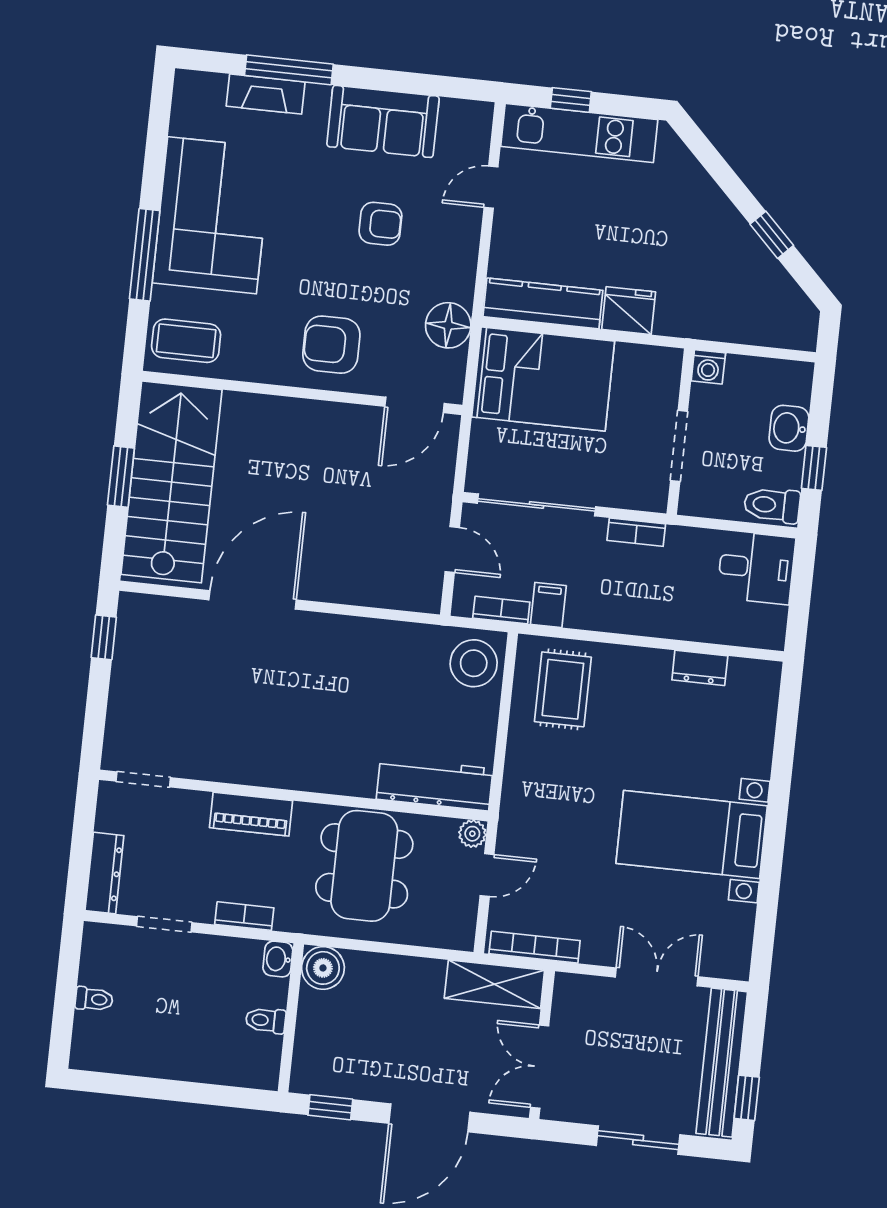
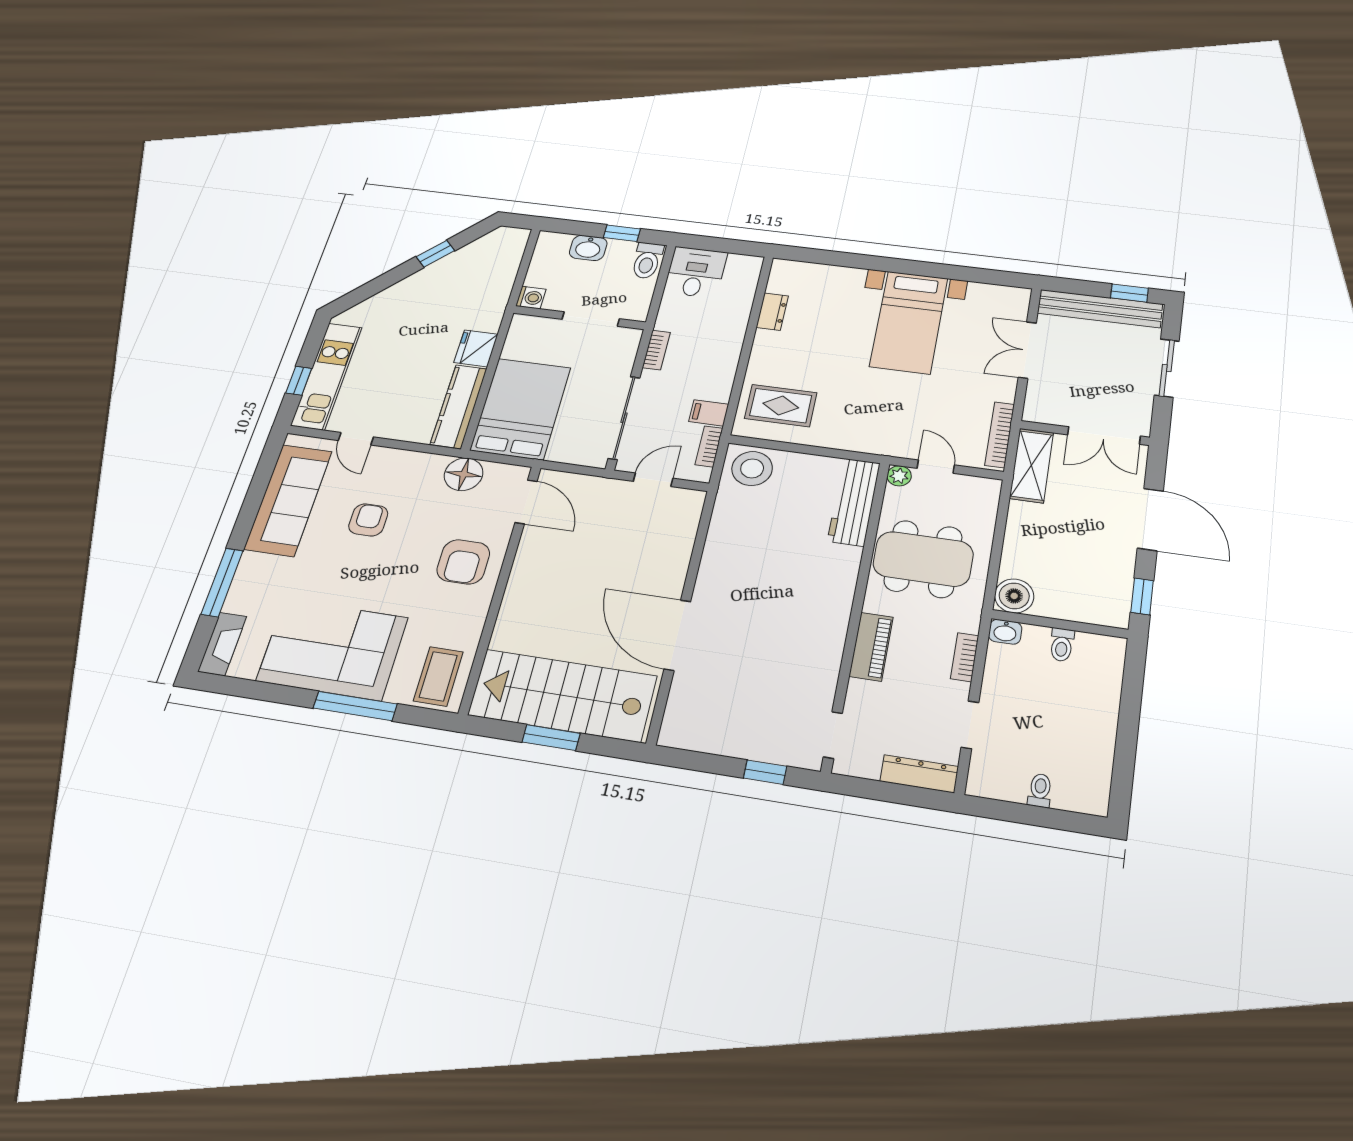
fireplace: (266, 94) -> (222, 644), moved
sofa: (383, 121) -> (288, 500), width x1.36
window: (104, 637) -> (765, 772), moved

